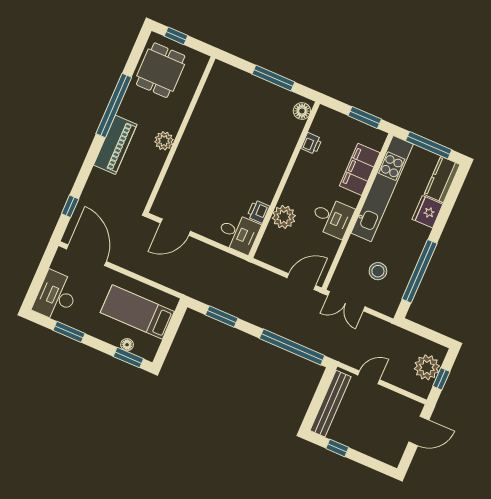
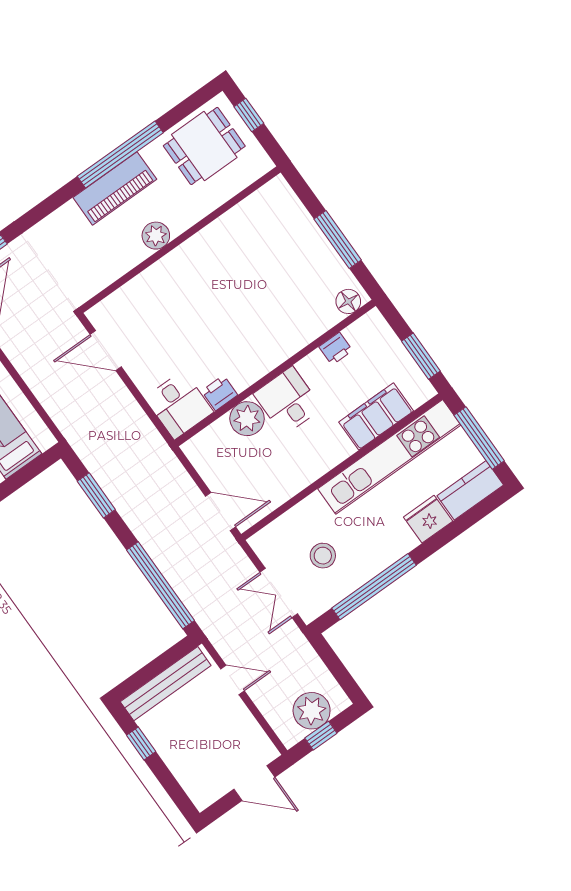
piano: (115, 145) -> (115, 188), moved
desk: (332, 217) -> (288, 401), moved, turned 180
double door: (346, 301) -> (279, 593), moved

